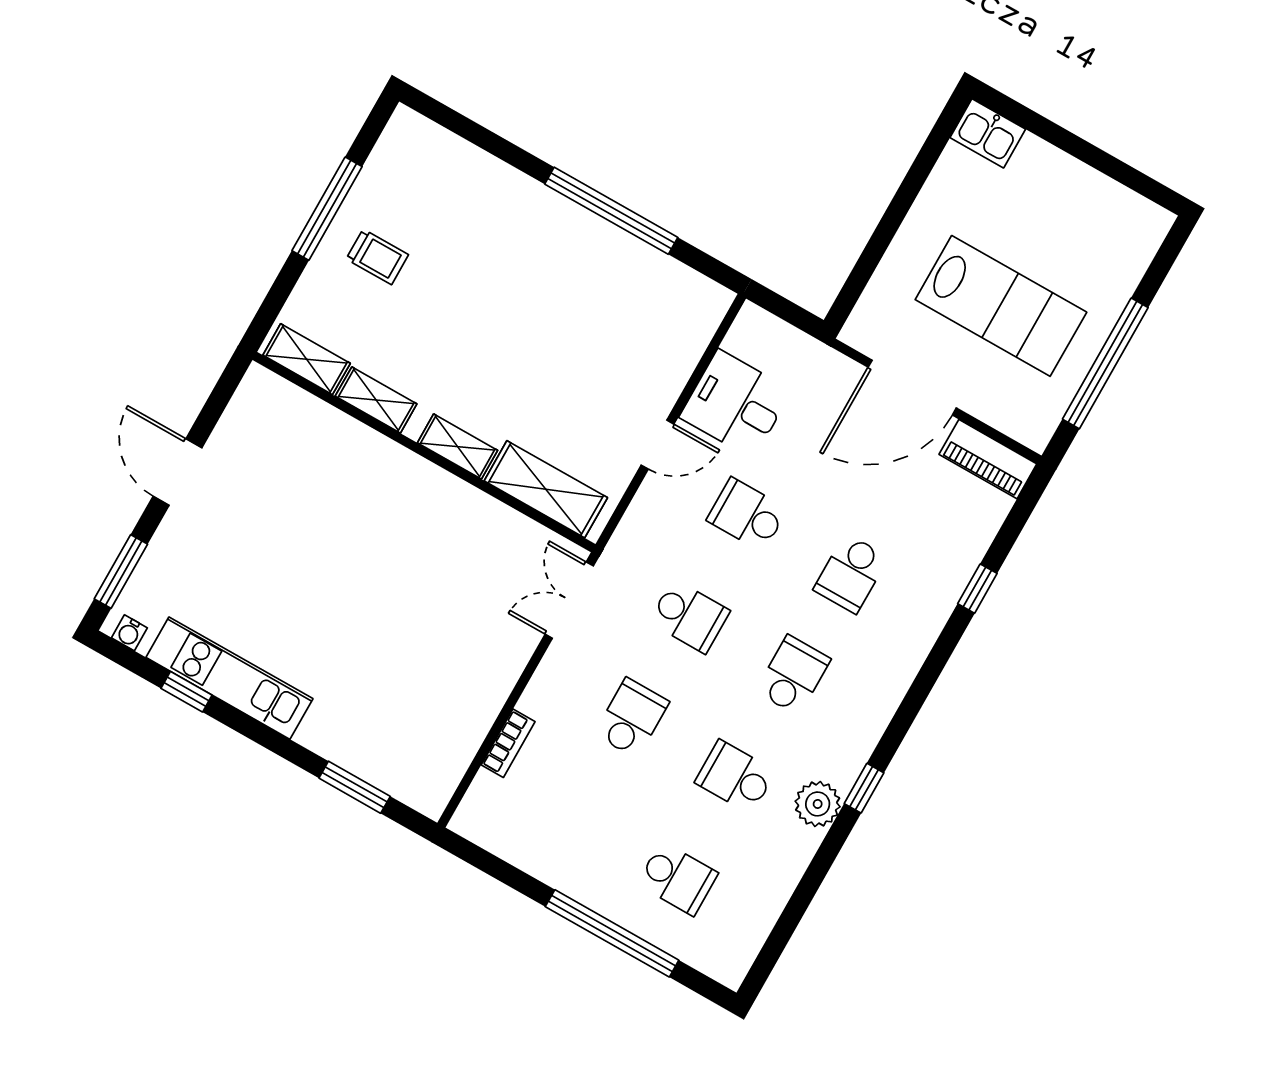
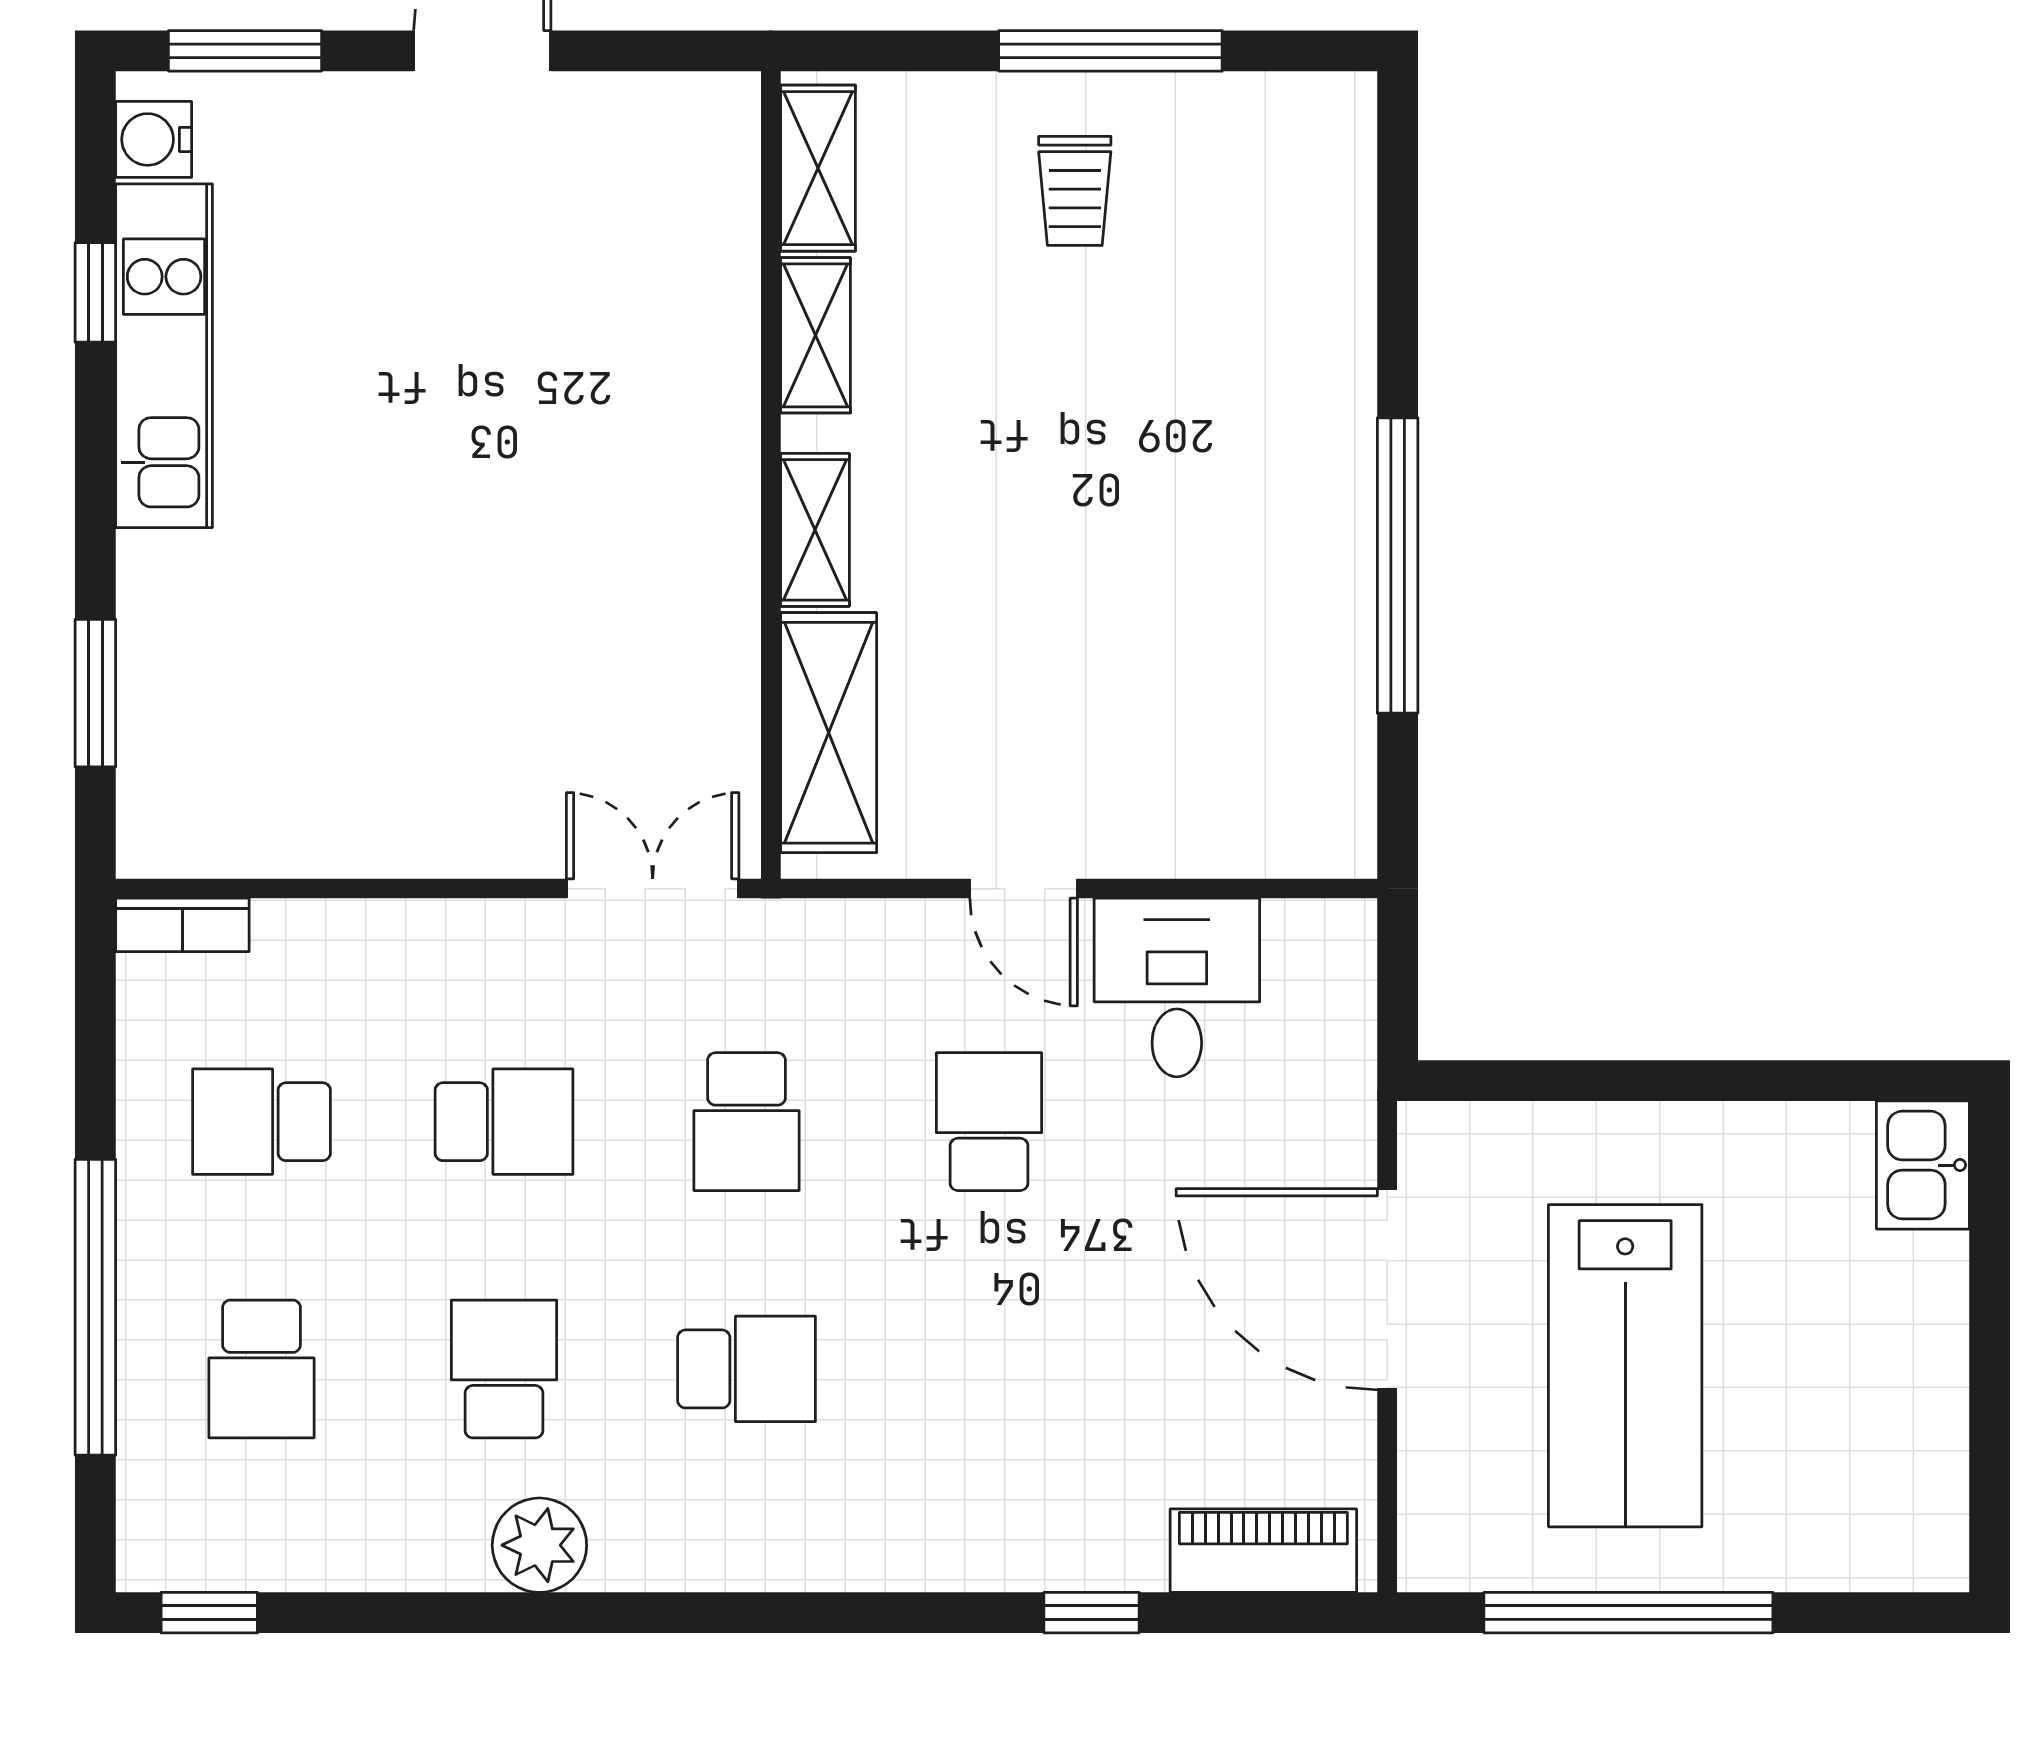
piano: (988, 459) -> (1263, 1551), moved, turned 90
school desk: (851, 573) -> (261, 1122), moved
water cooler: (129, 633) -> (154, 139), width x1.38, depth x1.38
bookcase: (508, 743) -> (182, 925), moved
window: (864, 788) -> (209, 1613), moved

